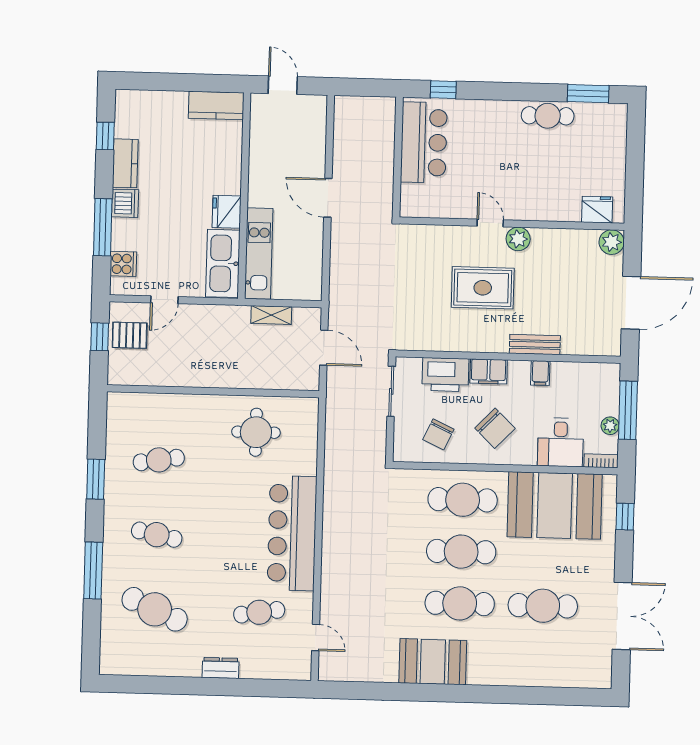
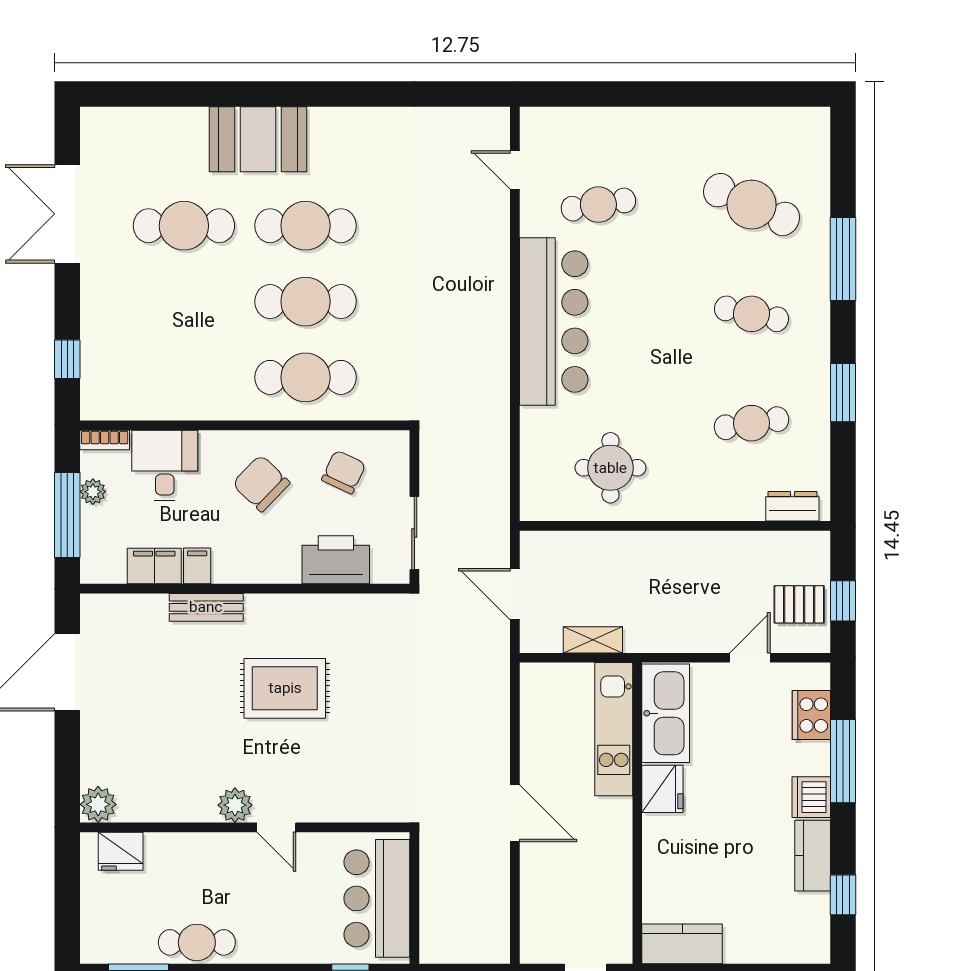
fridge: (597, 210) -> (121, 851), moved
door: (490, 223) -> (276, 827), moved
wall: (512, 224) -> (245, 827), moved
plant: (518, 239) -> (235, 805), moved
plant: (612, 242) -> (98, 804), moved
cooker: (123, 264) -> (811, 715), width x1.36
filing cabinet: (489, 371) -> (154, 566), moved
booth: (555, 505) -> (171, 373), removed
booth: (433, 662) -> (258, 139), moved
dresser: (220, 668) -> (792, 506), moved, turned 180

